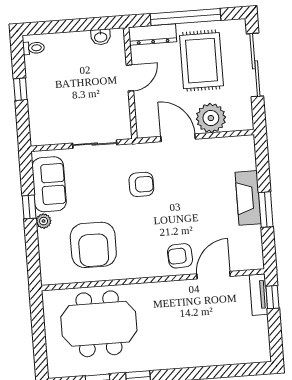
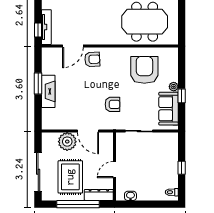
armchair: (141, 184) -> (113, 104), turned 180
tv unit: (259, 295) -> (46, 27), width x1.41

